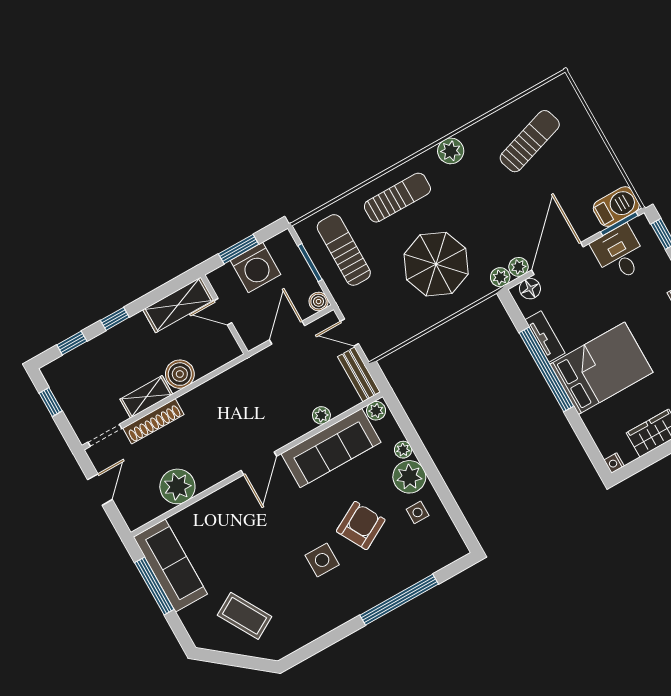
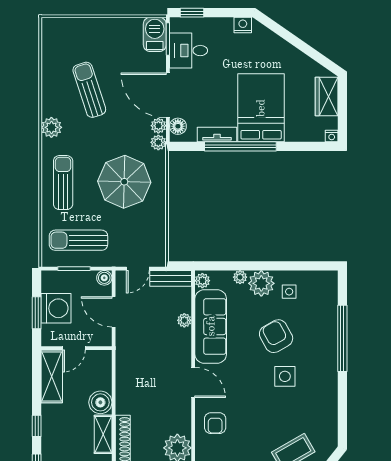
sun lounger: (530, 141) -> (89, 90), moved
armchair: (228, 512) -> (215, 423), added

